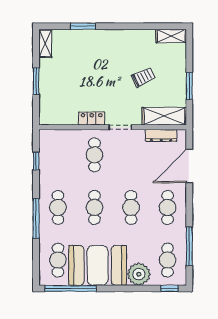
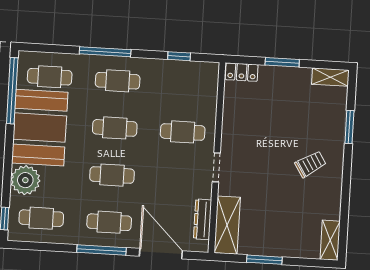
trolley: (143, 77) -> (310, 164), moved, turned -96
locker: (92, 118) -> (242, 72), moved, turned 90
window: (189, 246) -> (102, 250), moved

